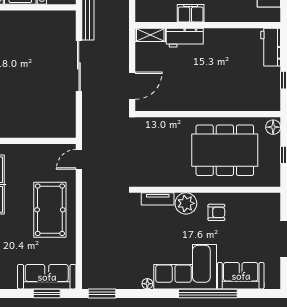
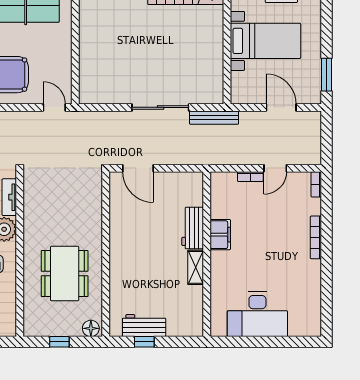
shelving: (150, 35) -> (196, 267), moved
workbench: (271, 47) -> (144, 326), moved
dining table: (225, 150) -> (65, 274), width x0.73, depth x0.80

